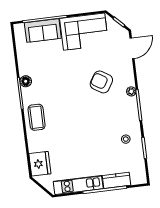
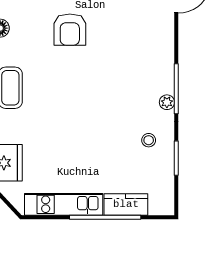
armchair: (101, 82) -> (70, 30), moved, turned -122
plant: (131, 91) -> (167, 102), moved

